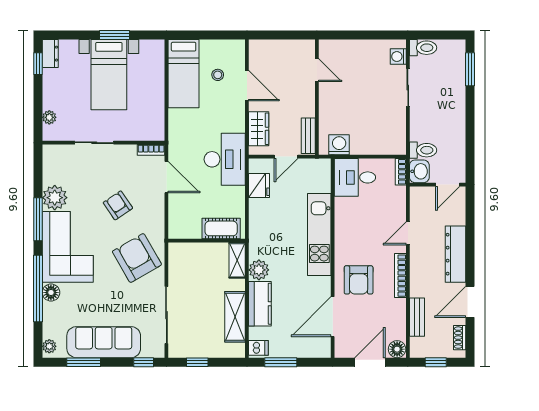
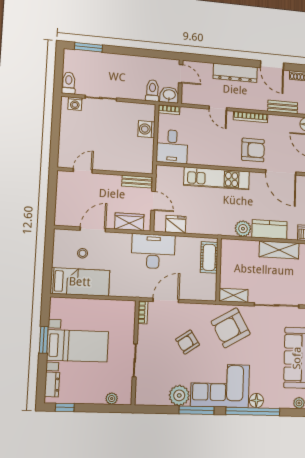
dresser: (50, 54) -> (52, 384), moved, turned 90
washing machine: (339, 145) -> (146, 129), moved
shelving: (237, 260) -> (233, 295), moved

